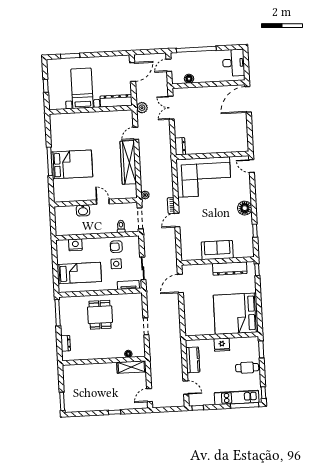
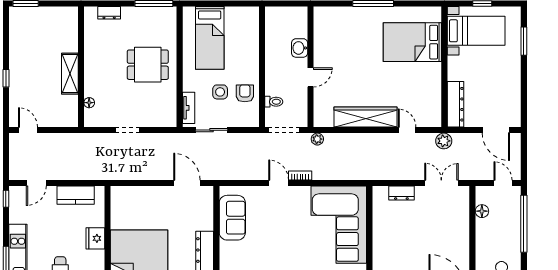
bed with nightstands: (82, 88) -> (476, 31), moved
dresser: (180, 146) -> (401, 193), moved
bed: (72, 164) -> (412, 42), moved, turned 90
nightstand: (75, 245) -> (251, 34), removed
sofa: (217, 250) -> (232, 218), moved
shelving: (131, 367) -> (70, 74), moved

